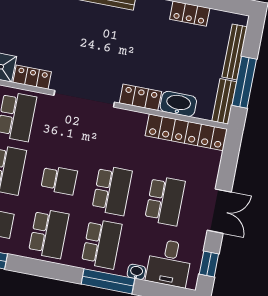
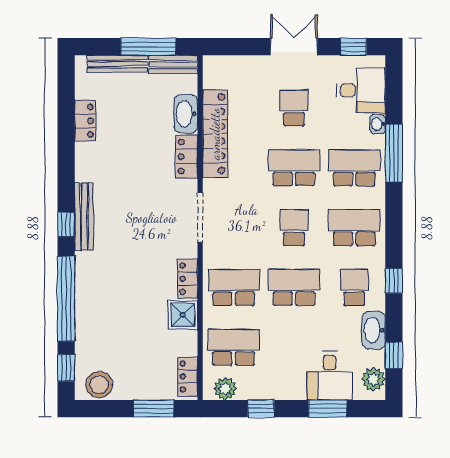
doorway: (84, 99) -> (200, 218), width x0.73
locker: (186, 132) -> (215, 134), moved
school desk: (165, 201) -> (294, 108), width x0.54

